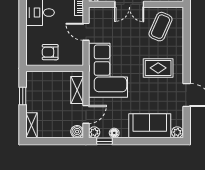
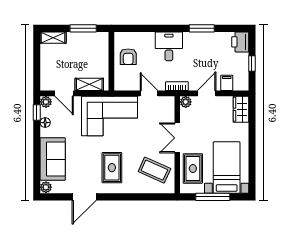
door: (86, 32) -> (149, 93), hinge flipped
armchair: (50, 52) -> (128, 57), turned 180
window: (23, 96) -> (83, 28), width x1.50
boiler: (77, 132) -> (47, 84), removed

